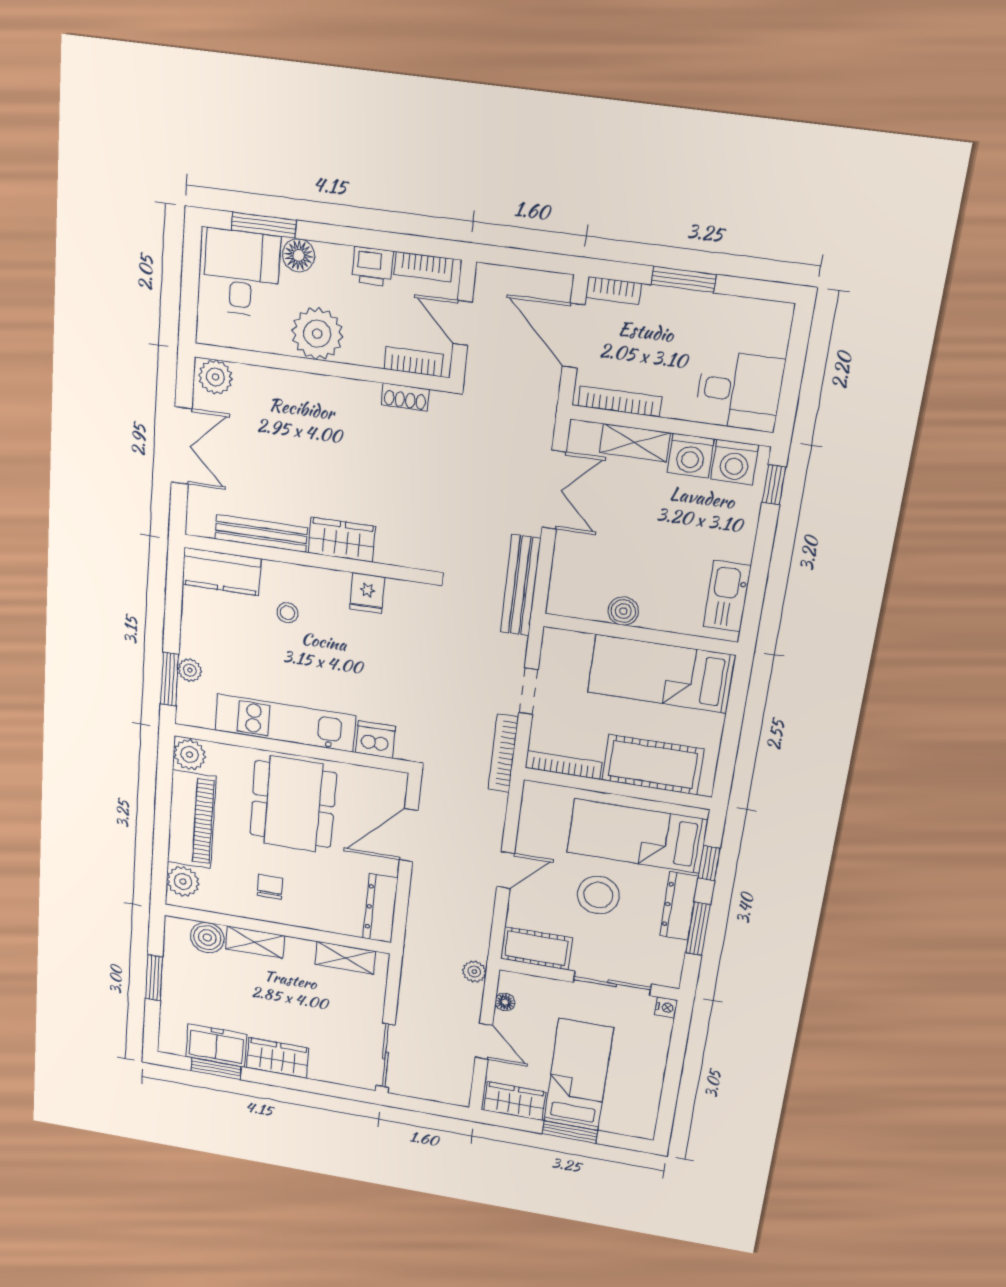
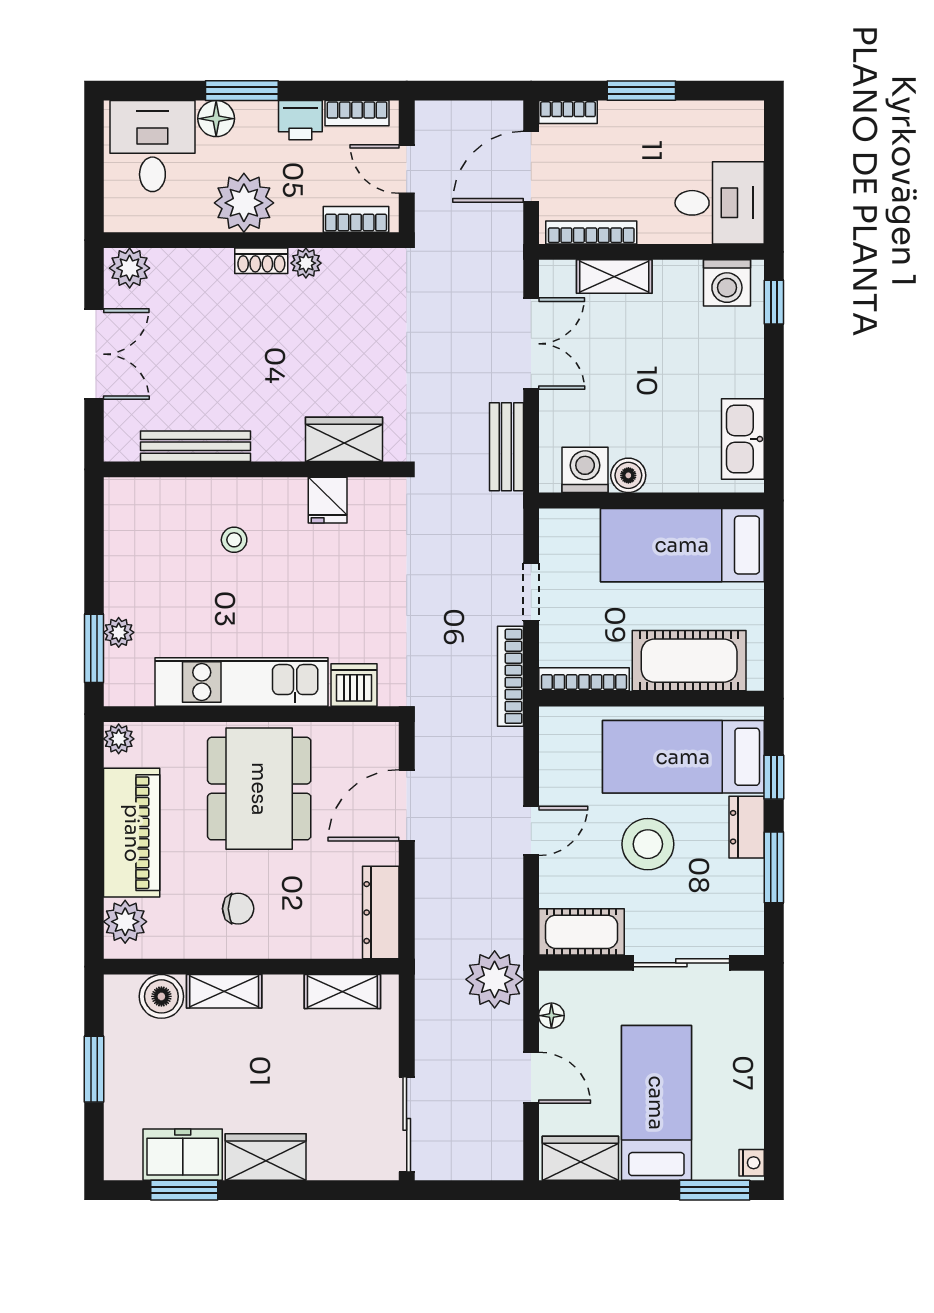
window: (264, 225) -> (242, 91), moved
door: (574, 336) -> (531, 167), hinge flipped
plant: (366, 394) -> (306, 263), added
shoe rack: (405, 397) -> (261, 261), moved
washing machine: (691, 456) -> (585, 470), moved, turned 180
wardrobe: (342, 540) -> (344, 439), moved
kitchen counter: (221, 572) -> (151, 501), removed
bench: (521, 585) -> (506, 447), width x0.73
plant: (190, 755) -> (119, 739), width x0.73, depth x0.73
chair: (270, 887) -> (238, 909), turned 90
dresser: (679, 906) -> (747, 827), width x0.70
plant: (474, 972) -> (495, 979), width x1.88, depth x1.88
nightstand: (666, 1007) -> (752, 1163), moved
window: (570, 1132) -> (715, 1190), moved

